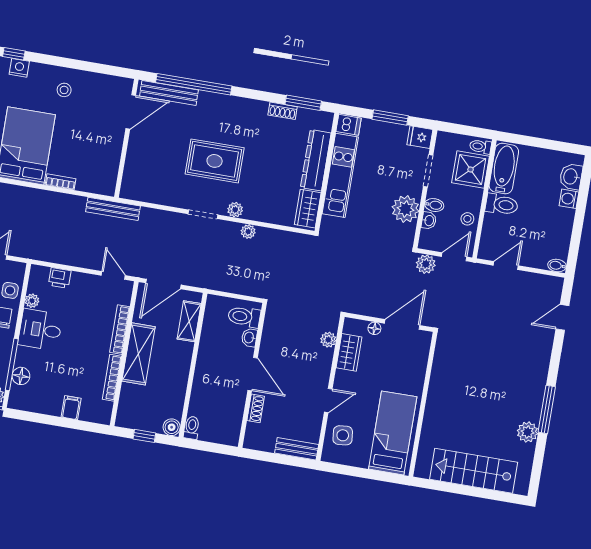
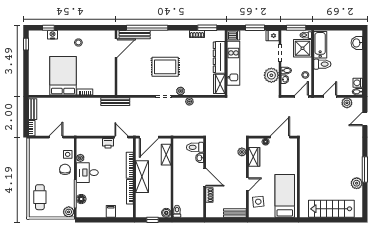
window: (465, 130) -> (296, 28), added
washing machine: (569, 199) -> (358, 83), moved
plant: (426, 264) -> (347, 103), moved
printer: (60, 278) -> (108, 143), moved

